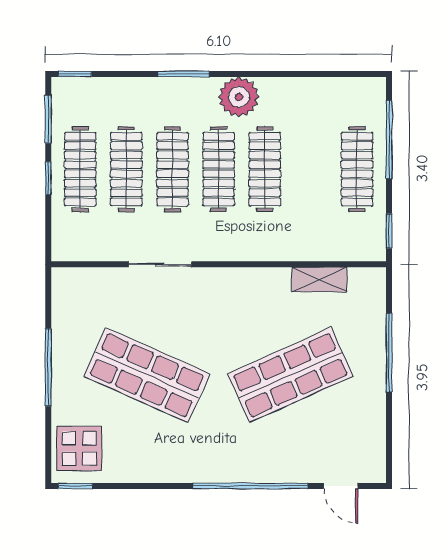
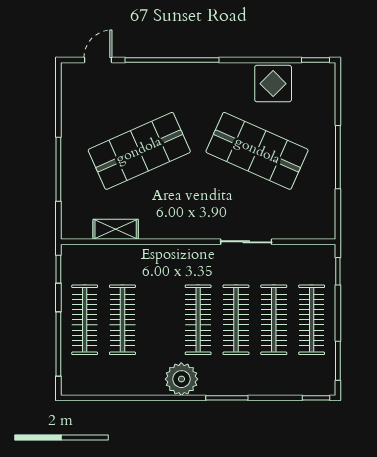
clothes rail: (265, 169) -> (122, 320), moved
window: (48, 178) -> (338, 271), moved
display table: (79, 448) -> (273, 84), moved
door: (341, 486) -> (98, 60), hinge flipped

